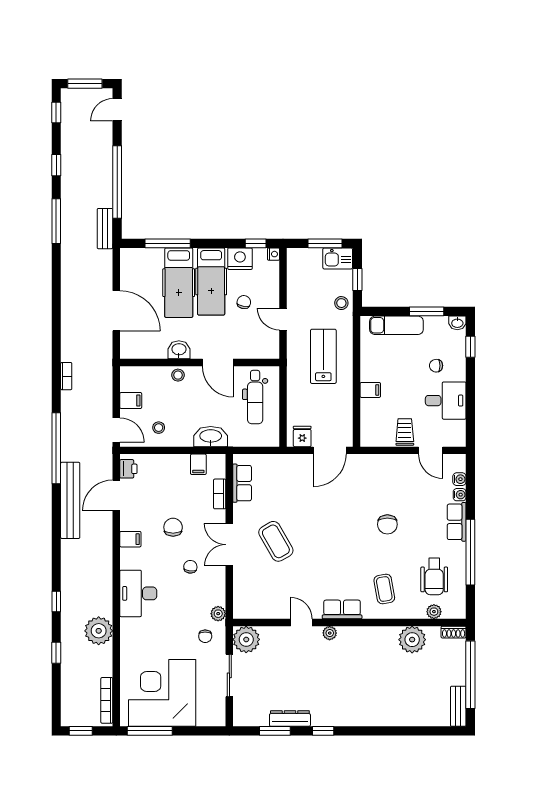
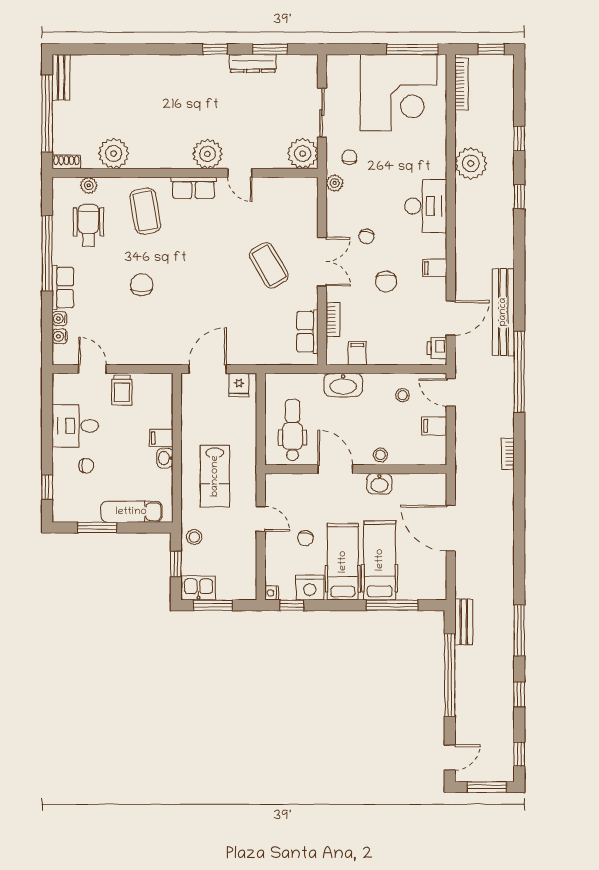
washbasin: (457, 323) -> (165, 458), moved, turned -90
coffee table: (384, 589) -> (145, 211), width x1.36, depth x1.30
plant: (330, 633) -> (207, 154), width x1.88, depth x1.88

